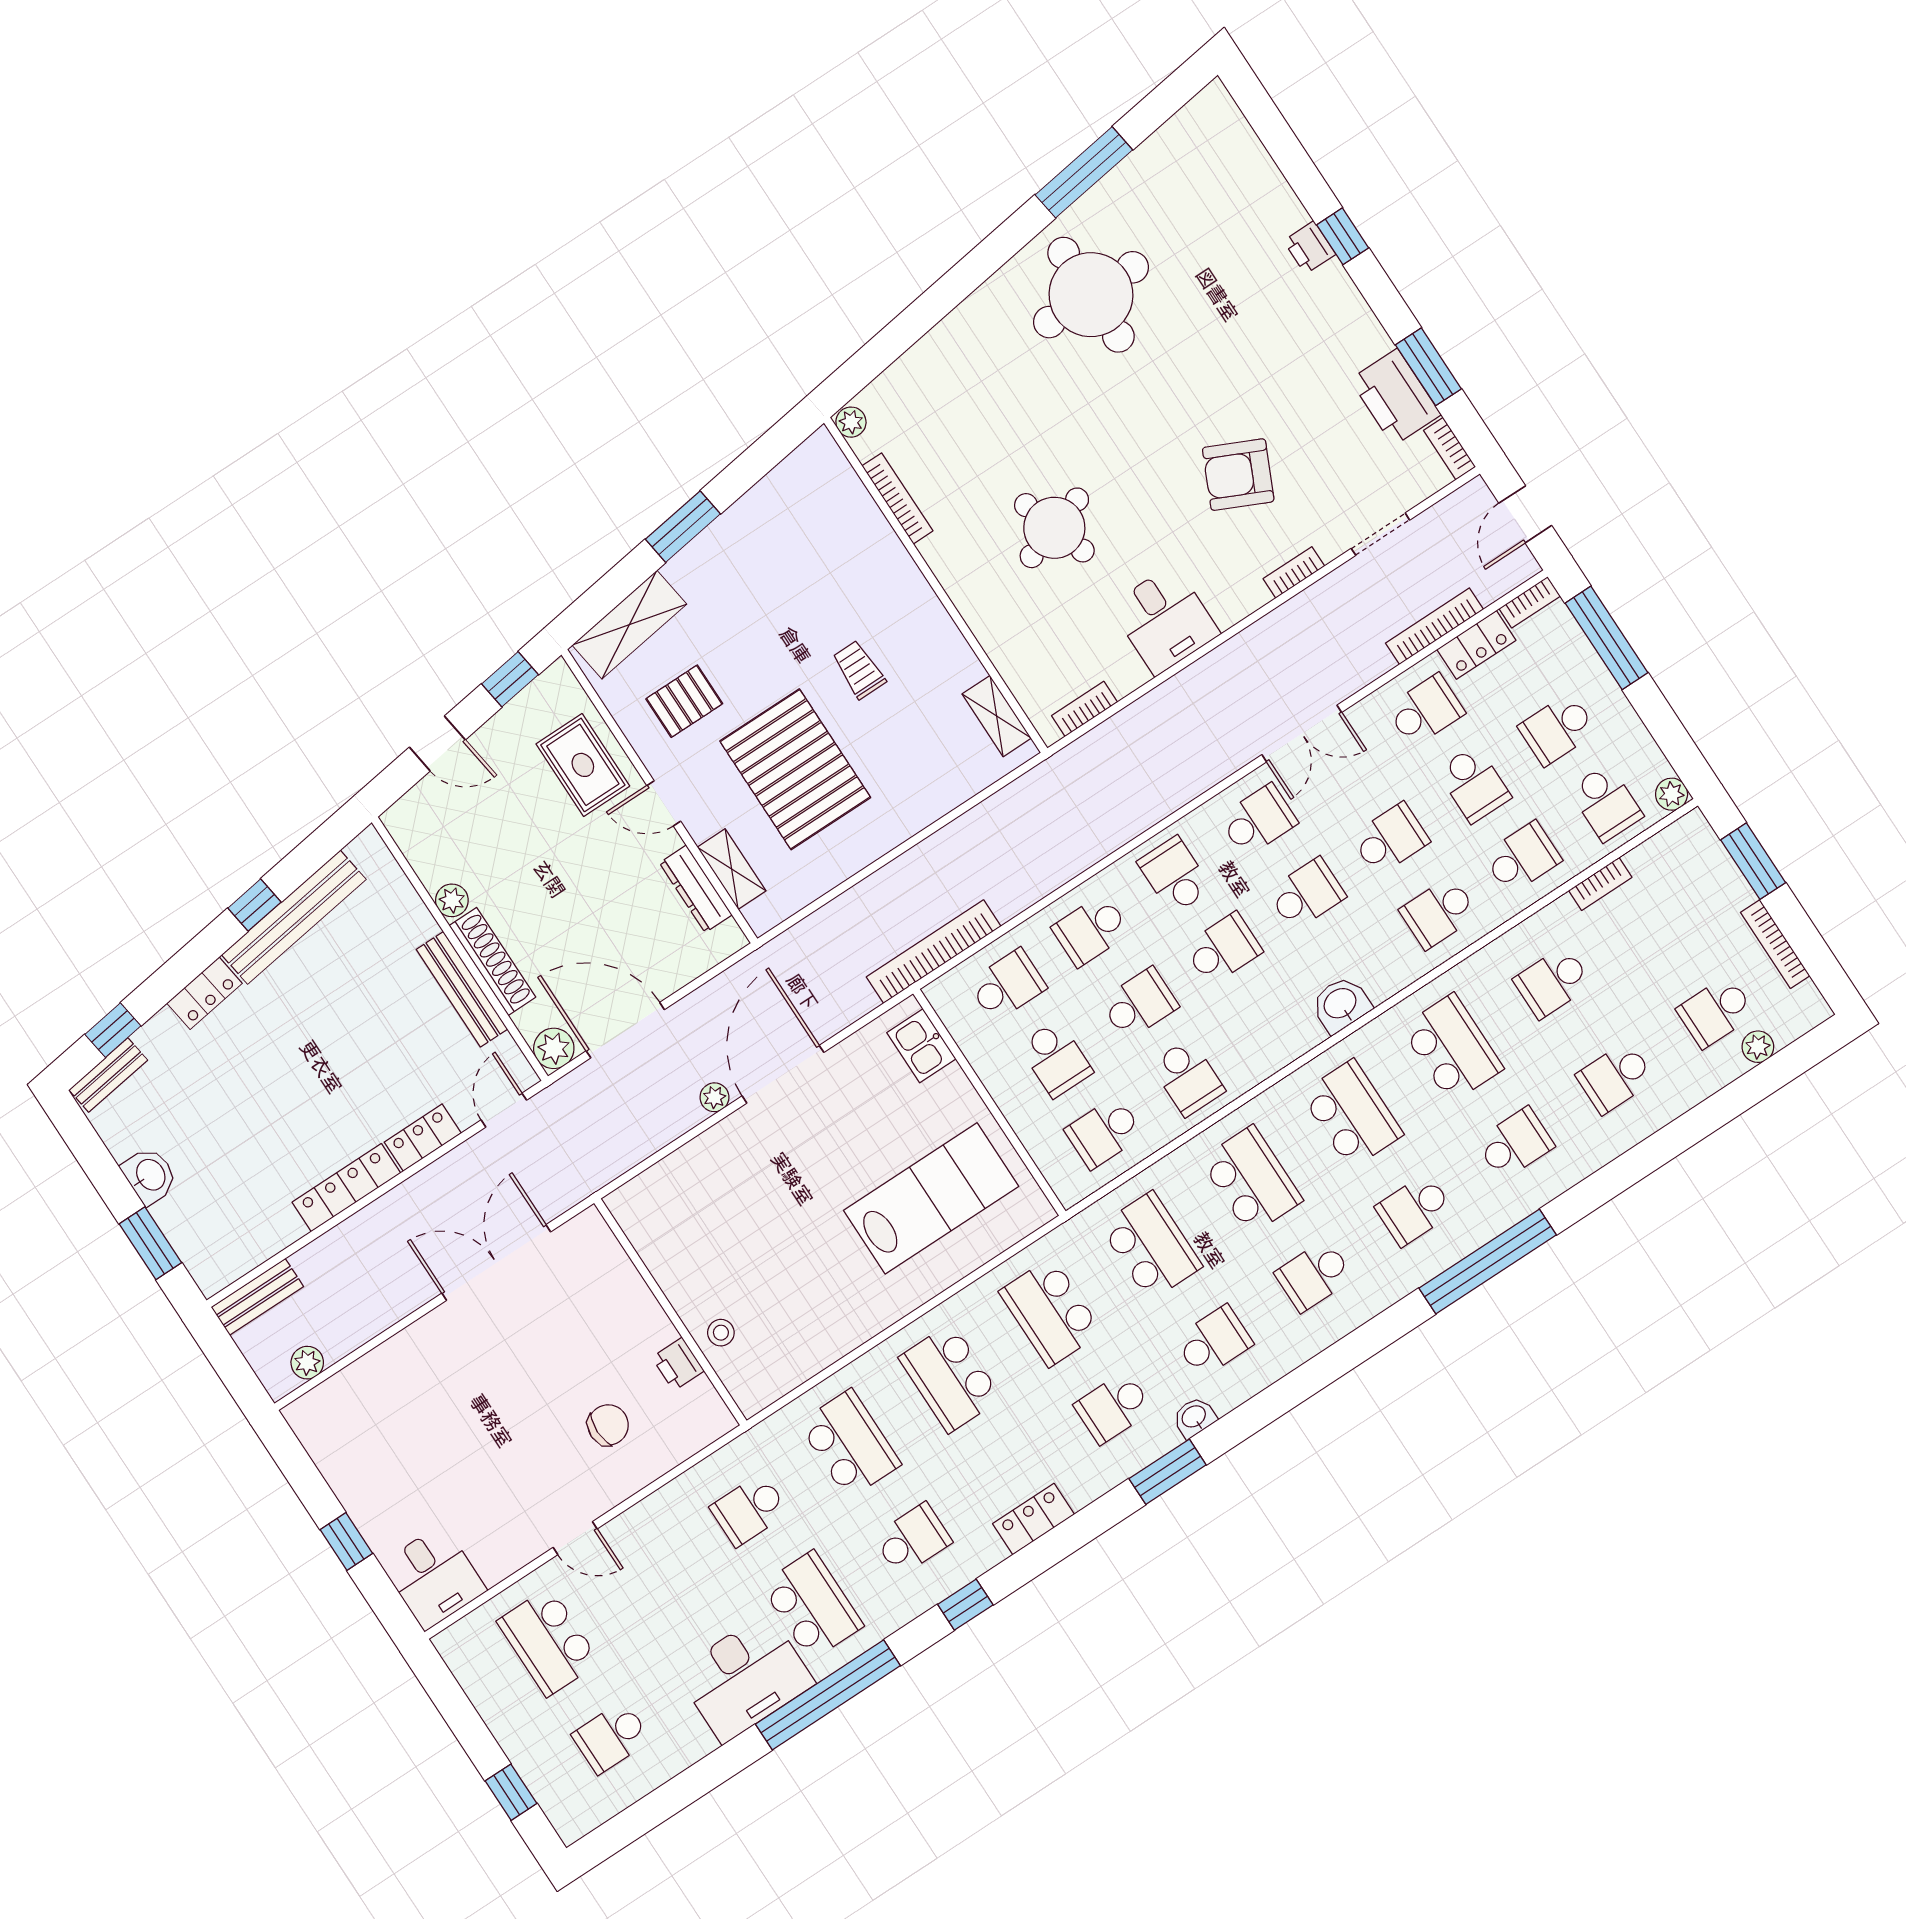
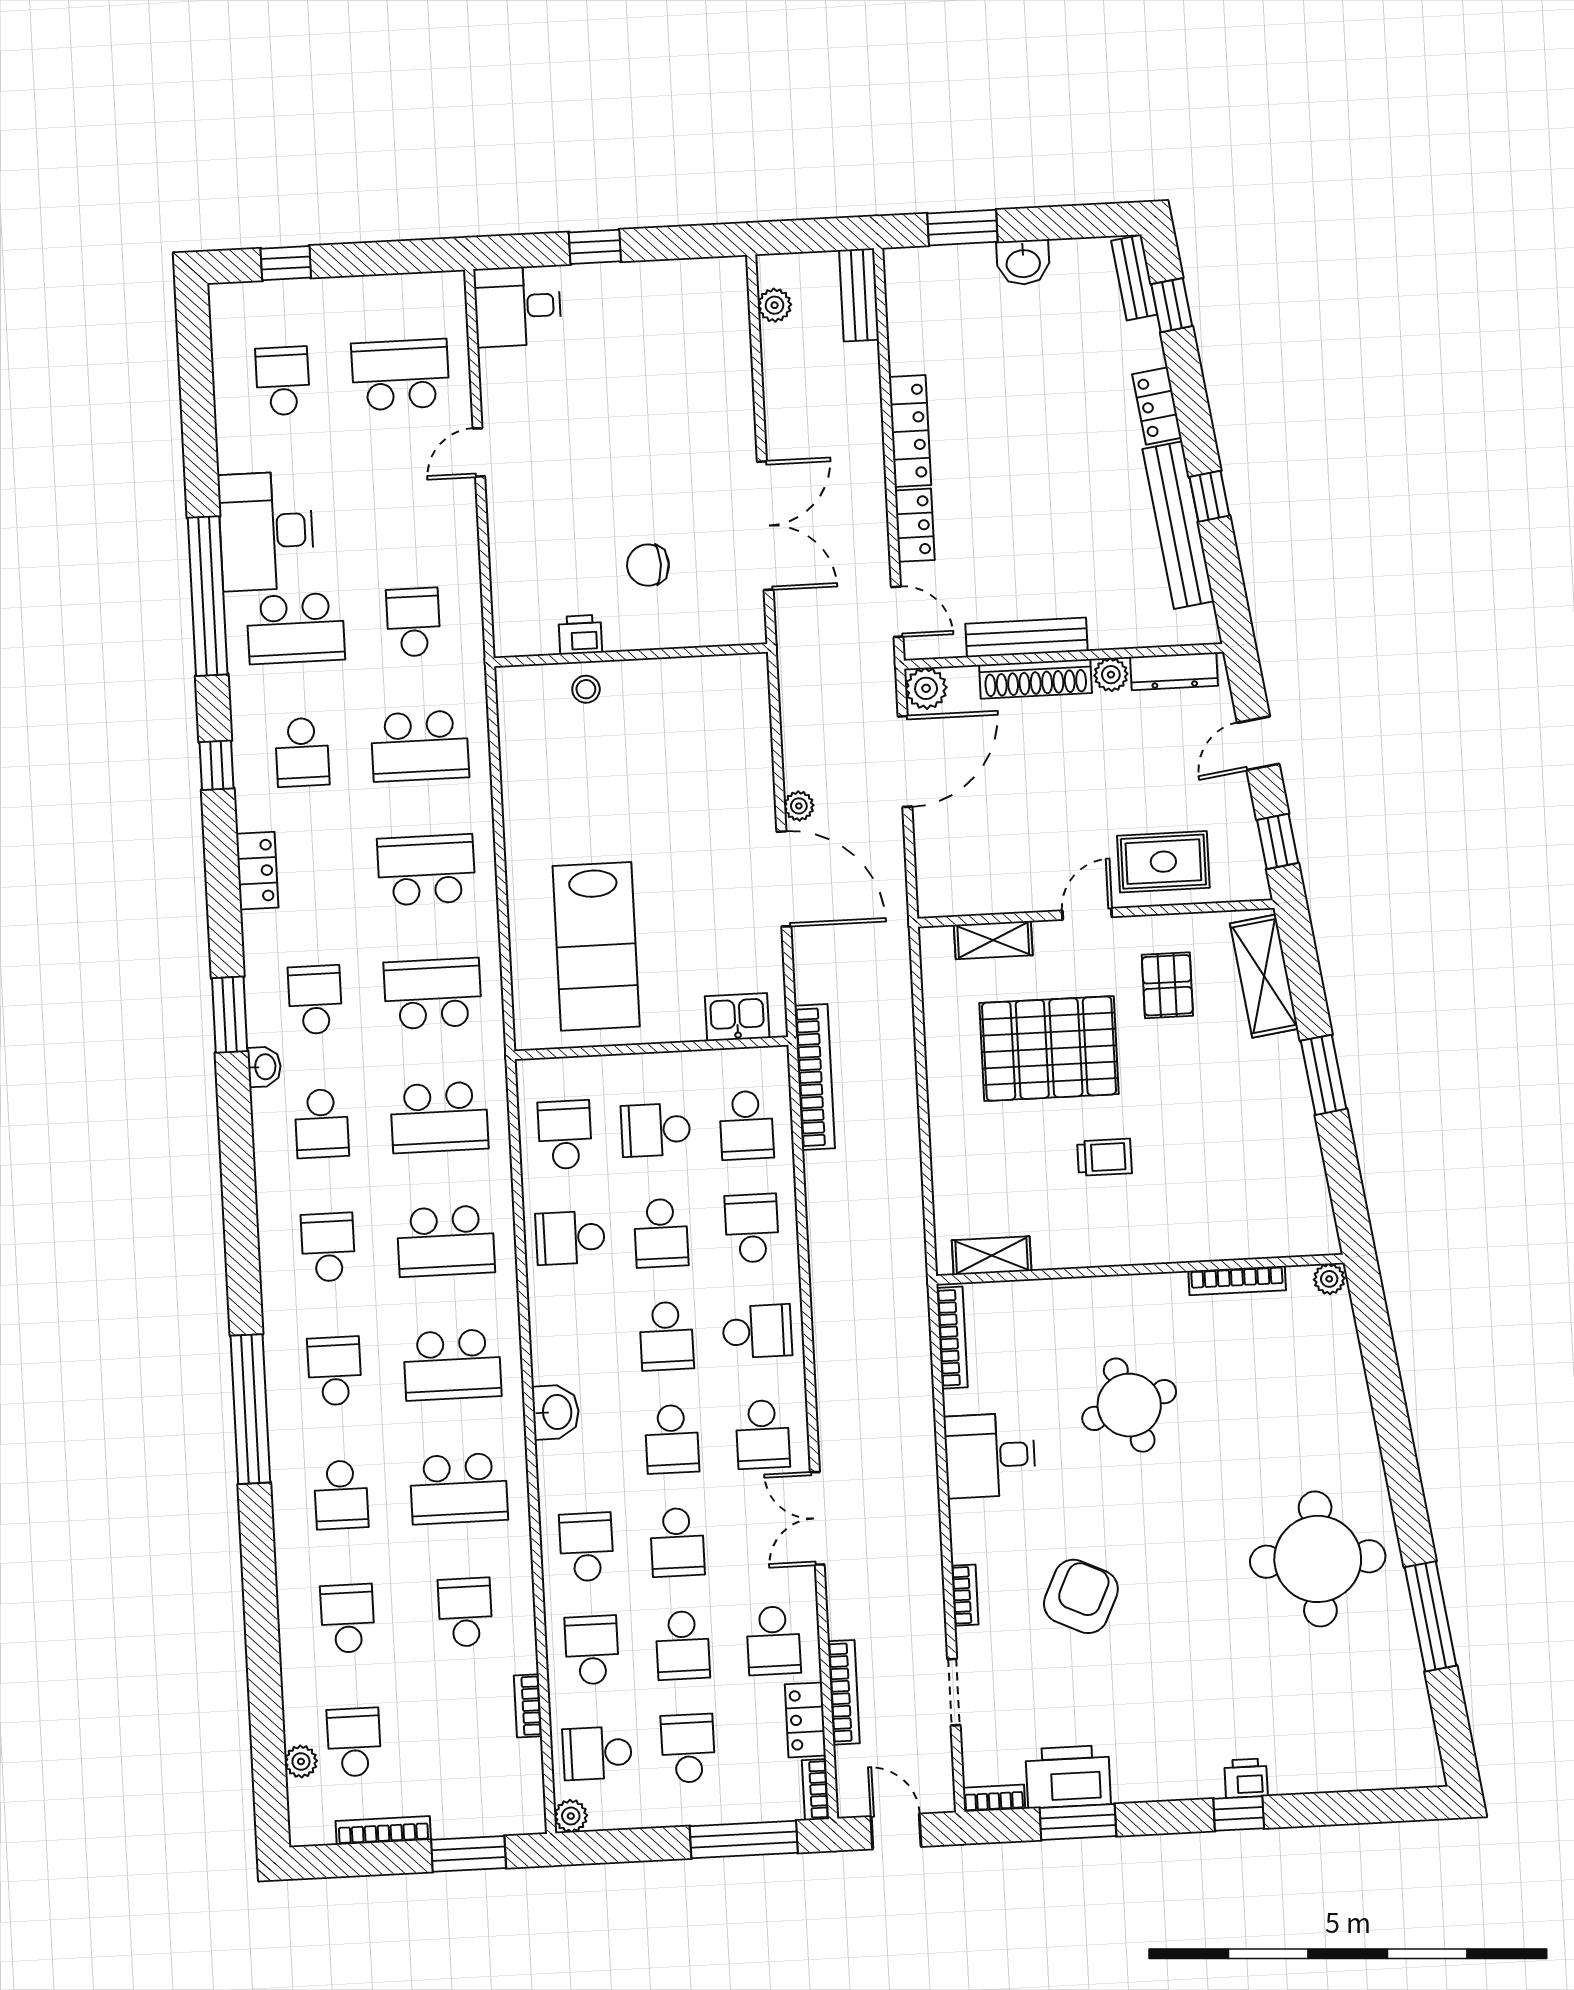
bookcase: (1085, 709) -> (952, 1338), width x1.56
school desk: (1474, 784) -> (683, 1645), turned -90
school desk: (1522, 858) -> (592, 1650), turned 180
dresser: (696, 889) -> (1174, 671), moved, turned 180
chair: (608, 1425) -> (648, 565), moved, turned 90

